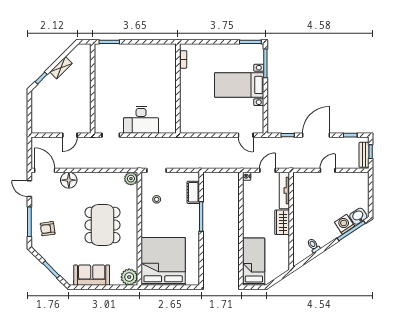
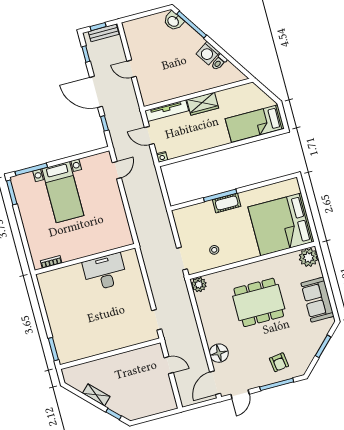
desk: (141, 120) -> (105, 272), moved, turned -90
cot: (193, 192) -> (227, 203), moved
washing machine: (344, 224) -> (208, 53), moved

